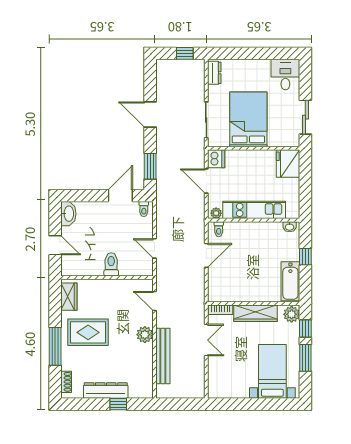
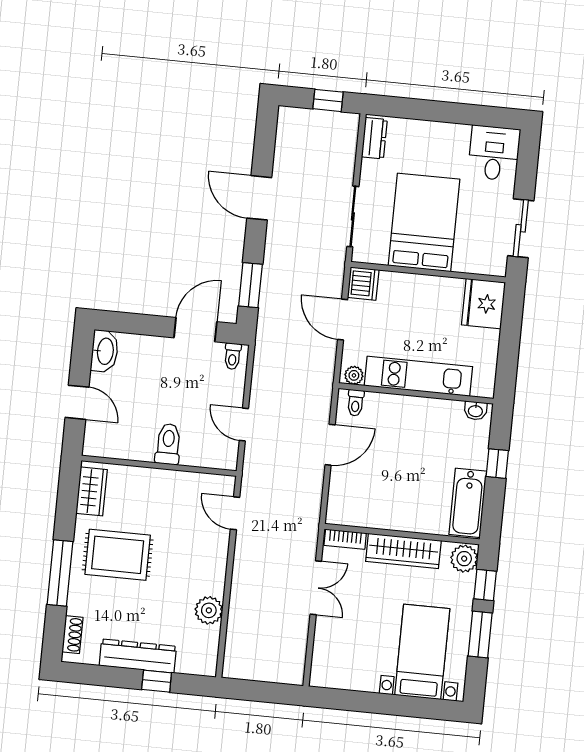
plant: (145, 335) -> (209, 610), moved
bench: (163, 356) -> (240, 607), removed

